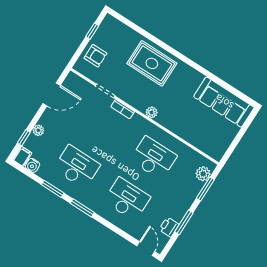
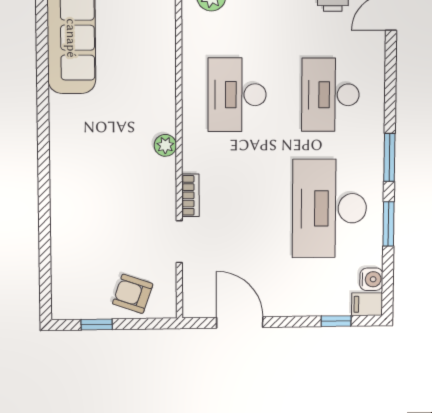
armchair: (95, 56) -> (133, 294), turned -71
rug: (152, 63) -> (86, 196), removed
plant: (38, 130) -> (310, 306), removed
desk: (77, 167) -> (329, 208), width x1.36, depth x1.30

